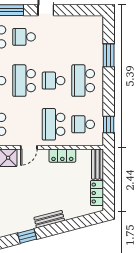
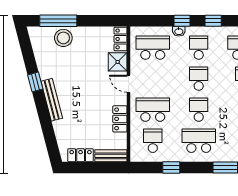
school desk: (24, 81) -> (199, 79), width x0.54
window: (109, 124) -> (171, 168), moved
bench: (49, 219) -> (52, 100), width x1.36

